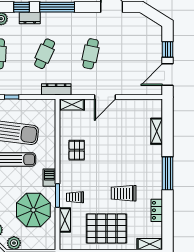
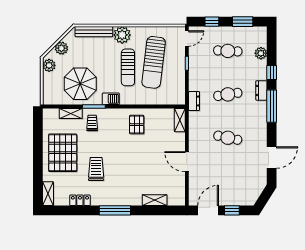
dresser: (30, 18) -> (261, 90), moved
cafe table: (45, 54) -> (228, 94), turned -33
door: (168, 75) -> (208, 210), hinge flipped
dresser: (56, 89) -> (194, 101), width x0.70
door: (105, 97) -> (187, 162), moved
pallet: (77, 150) -> (137, 125), turned 90

